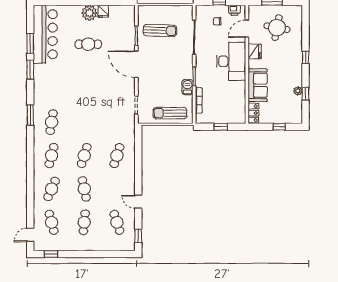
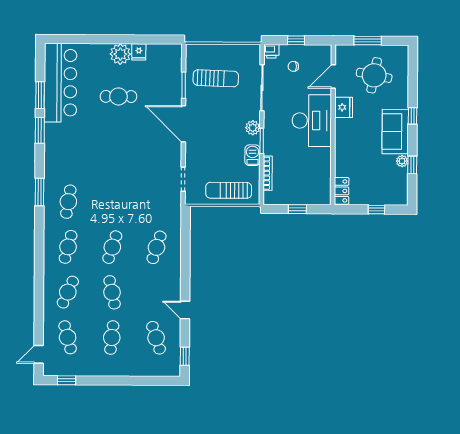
printer: (234, 10) -> (271, 51), moved
plant: (188, 67) -> (253, 128), added
sofa: (258, 85) -> (395, 132), moved, turned 180

